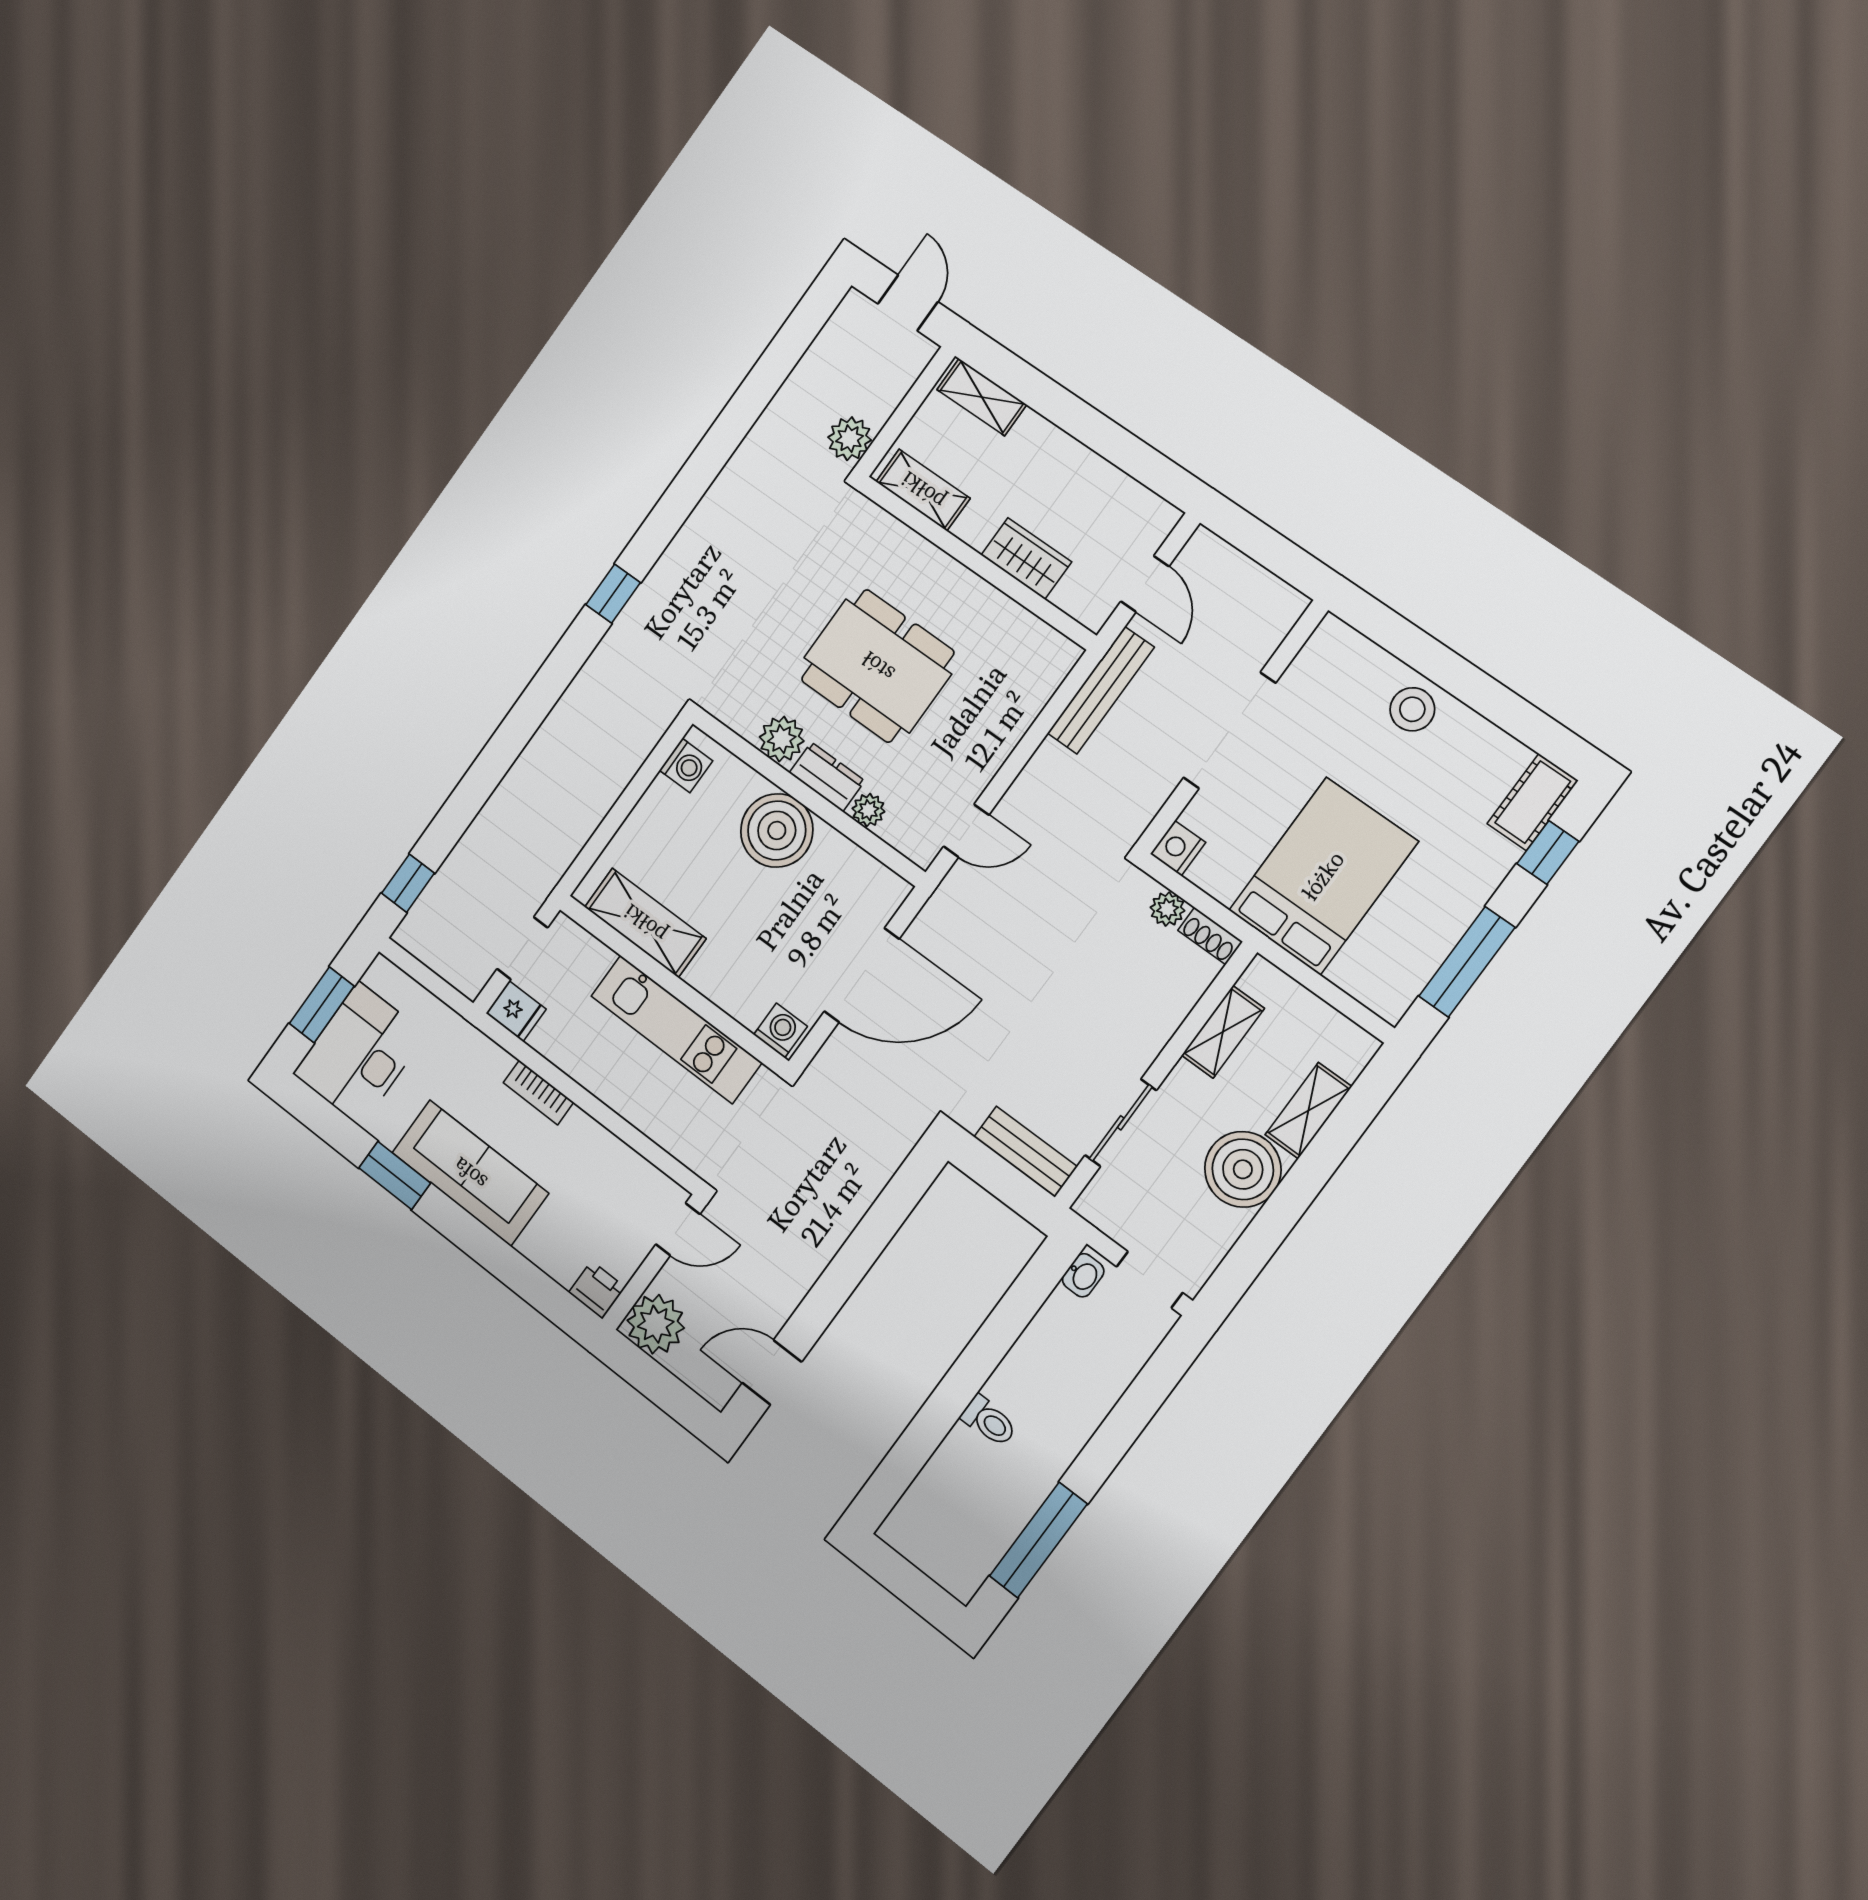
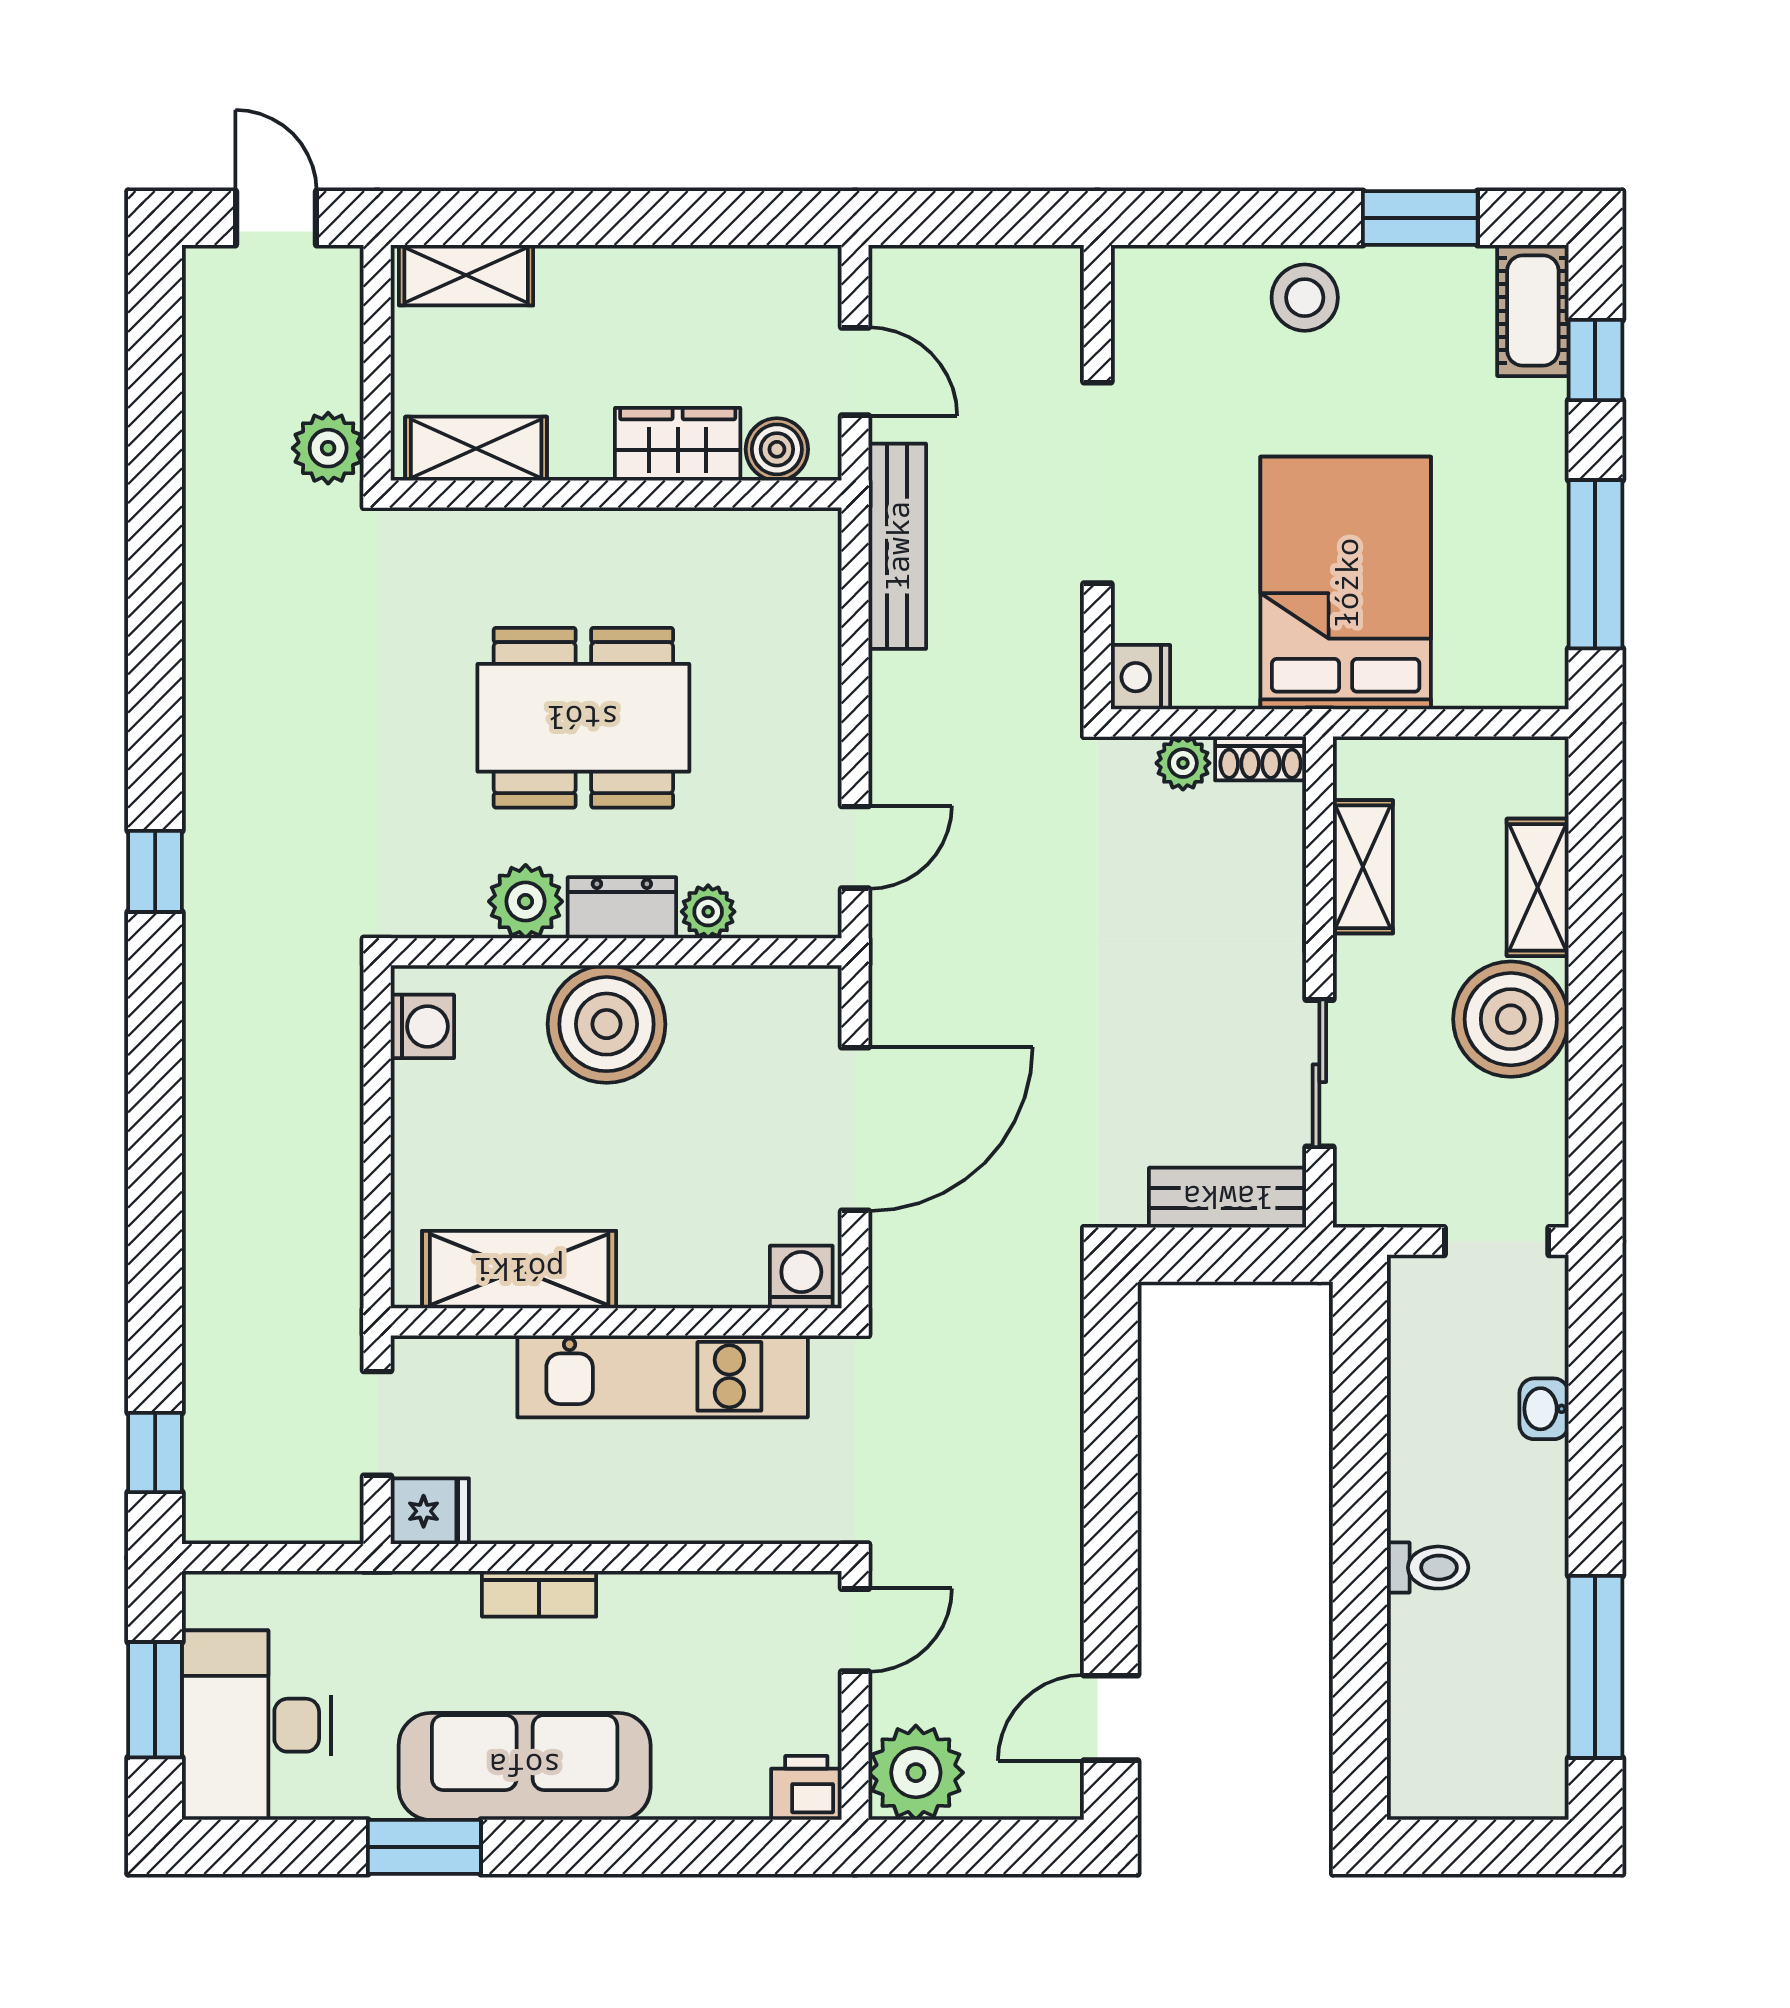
boiler: (1075, 596) -> (777, 449), added
window: (1507, 710) -> (1420, 218), added
washbasin: (1083, 1275) -> (1544, 1409), moved, turned 180

